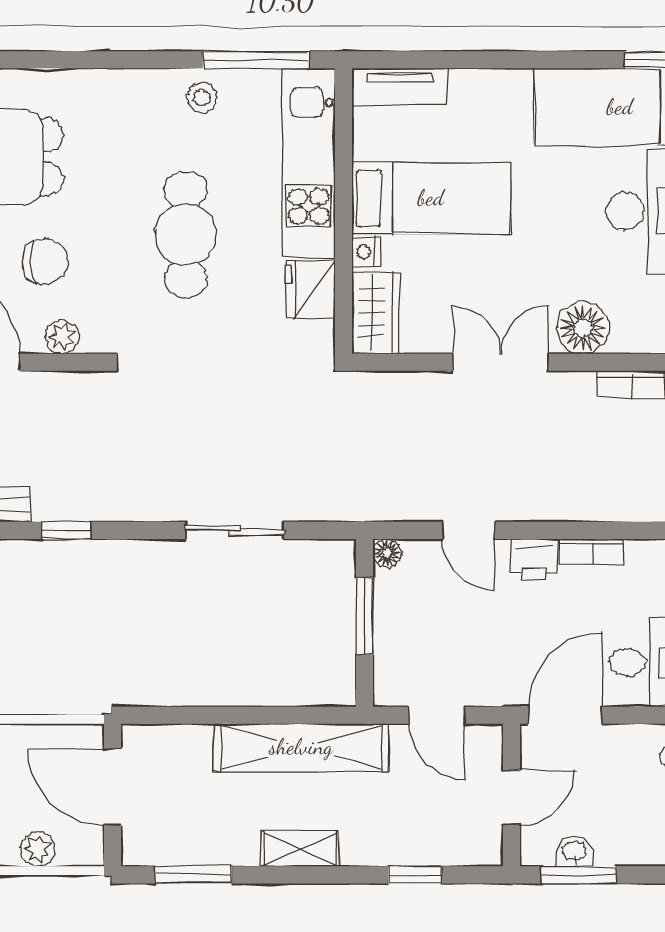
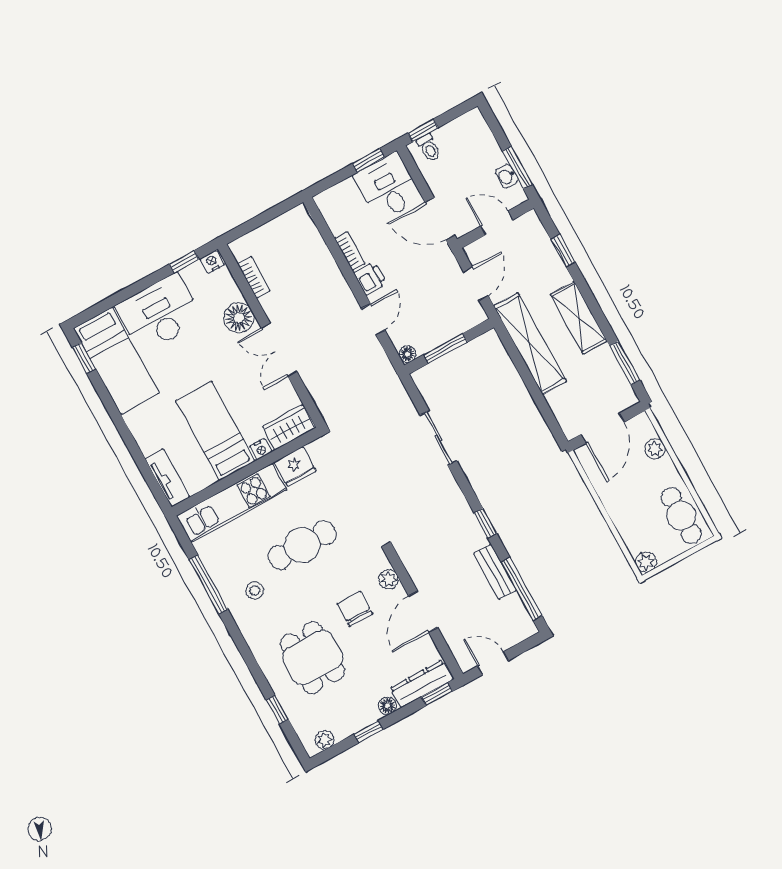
window: (256, 60) -> (208, 584), moved
stool: (202, 98) -> (255, 590), moved
shelving: (300, 849) -> (579, 318), width x1.50, depth x1.33

